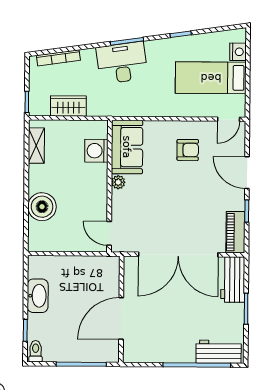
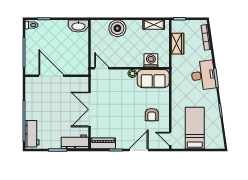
nightstand: (238, 52) -> (210, 144), removed
door: (109, 233) -> (102, 68), hinge flipped
double door: (178, 254) -> (90, 109), width x0.73
washbasin: (38, 296) -> (78, 26), moved

